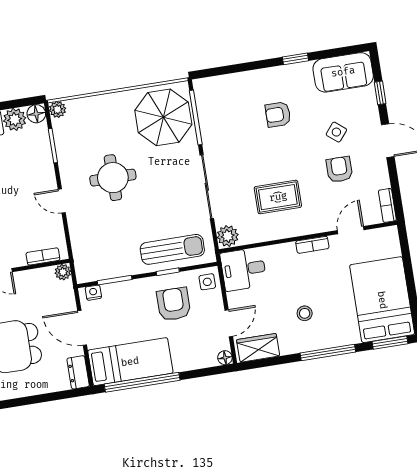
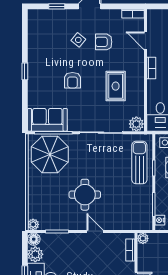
window: (295, 59) -> (25, 71), moved
sofa: (343, 72) -> (47, 120), moved, turned -90
armchair: (278, 114) -> (72, 80), moved
door: (62, 201) -> (95, 231), swing flipped

